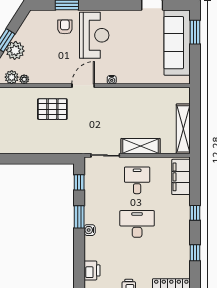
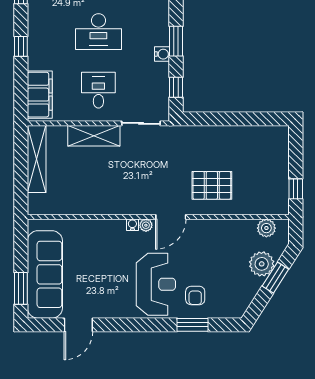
reception desk: (94, 35) -> (156, 284), turned 180
plant: (24, 79) -> (146, 225), moved
desk: (137, 180) -> (98, 90), turned 180
water cooler: (90, 230) -> (162, 54), moved

